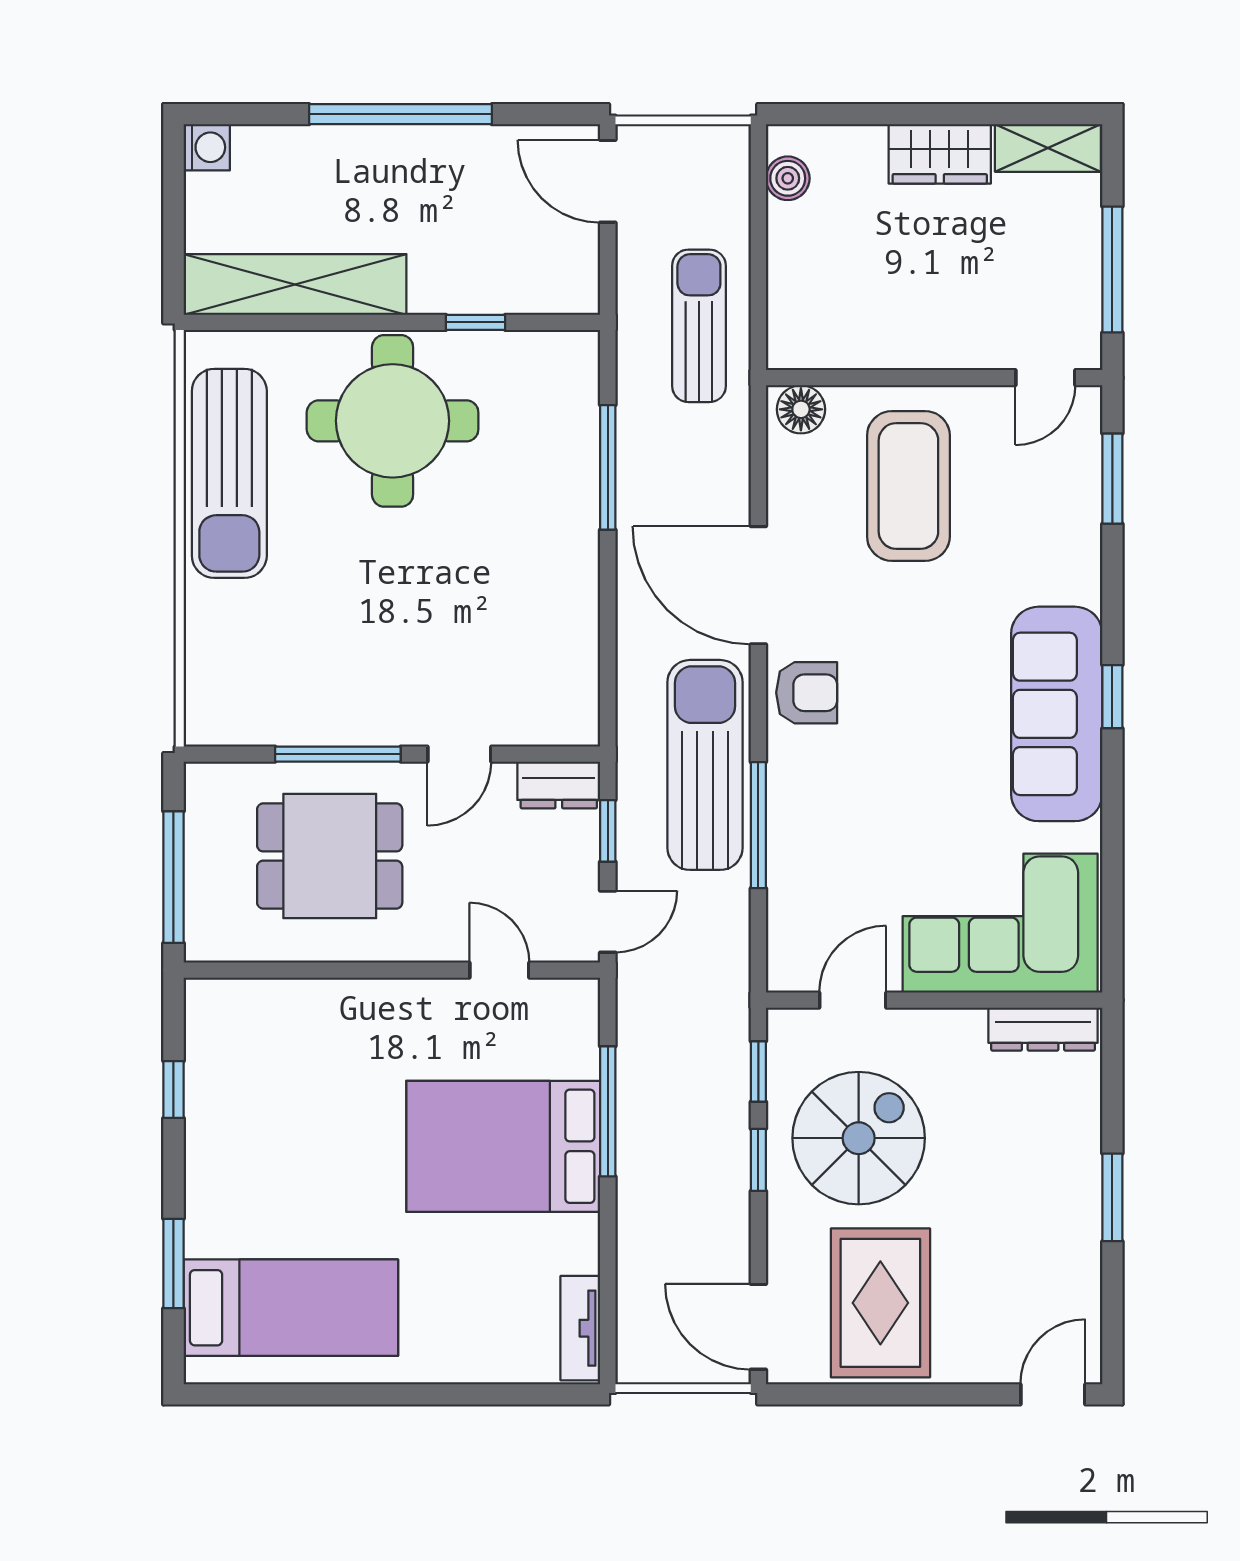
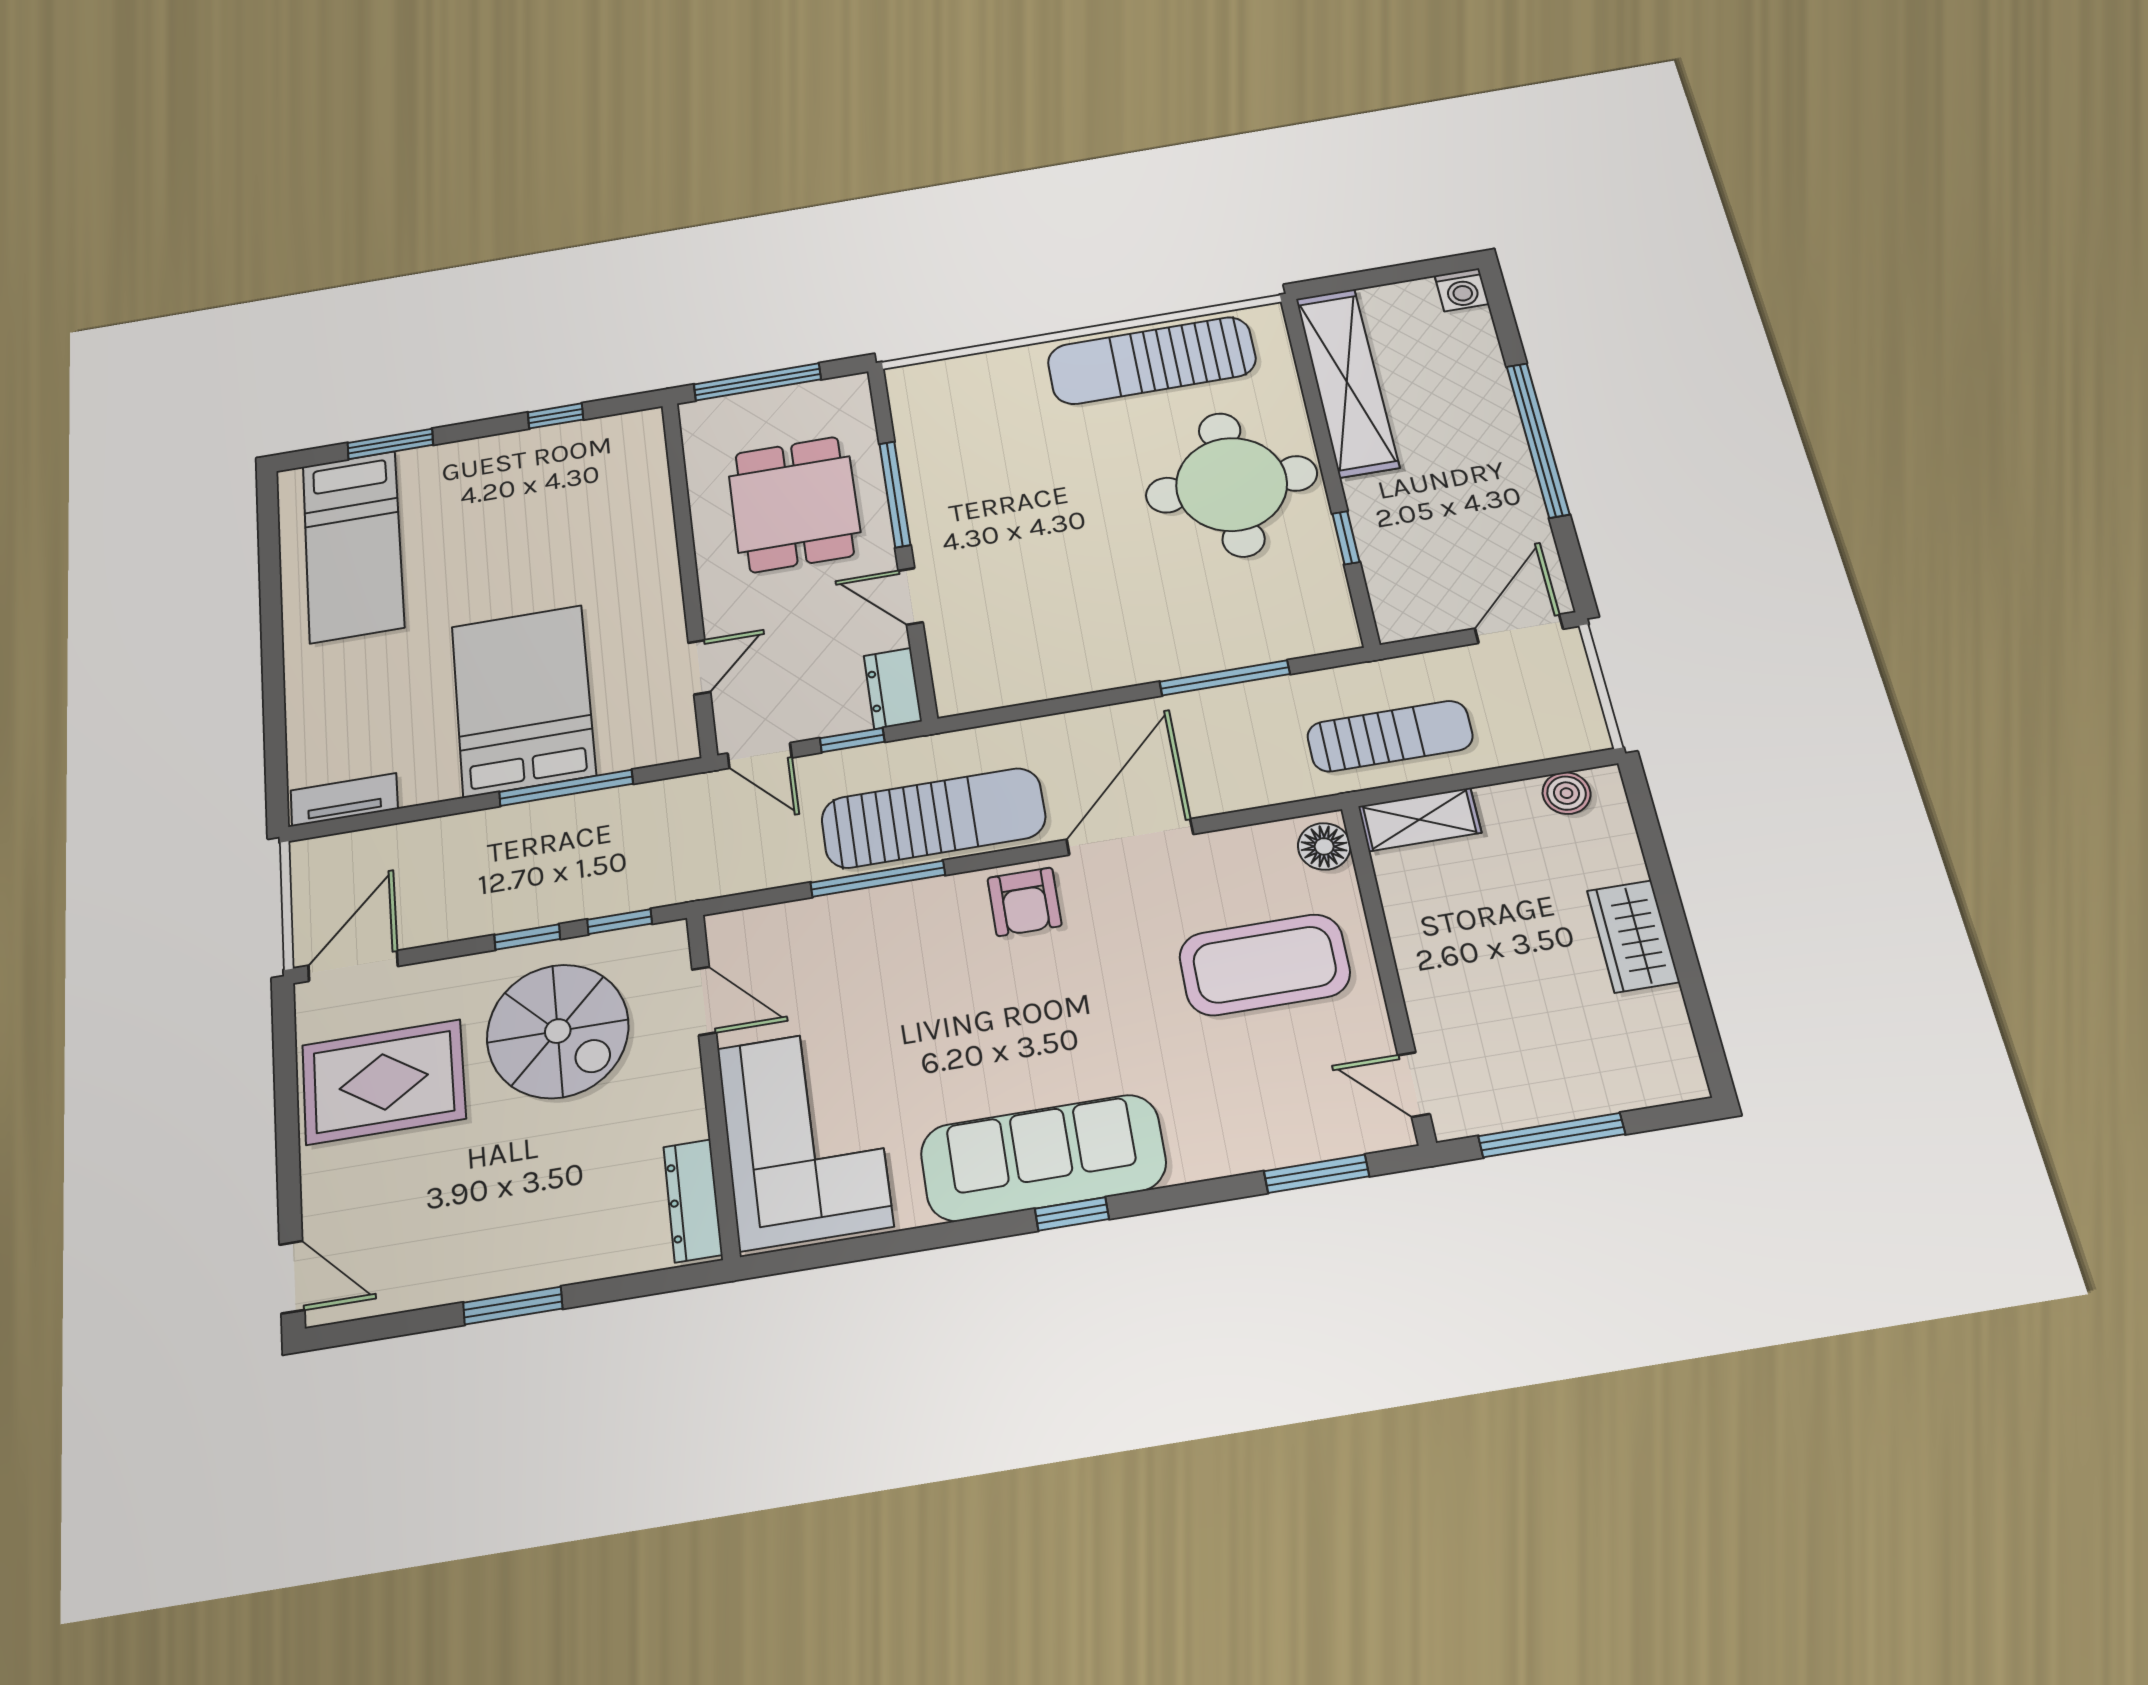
shelving: (1048, 148) -> (1420, 820), moved, turned 90

